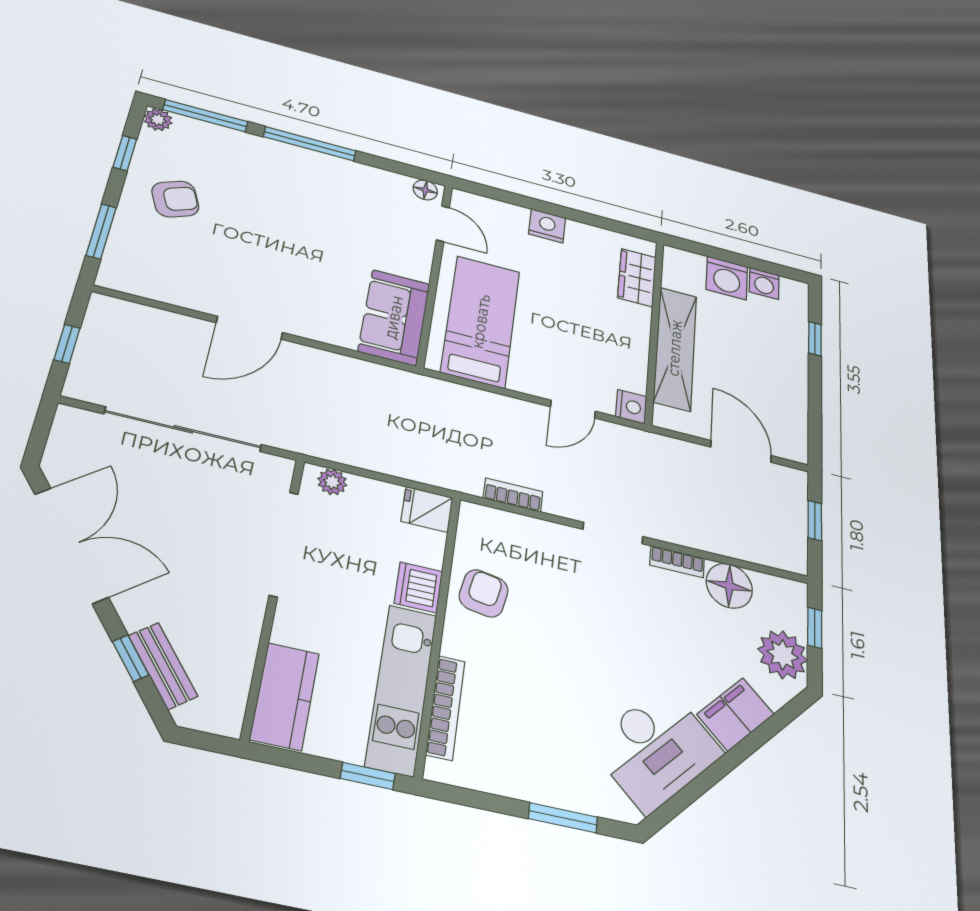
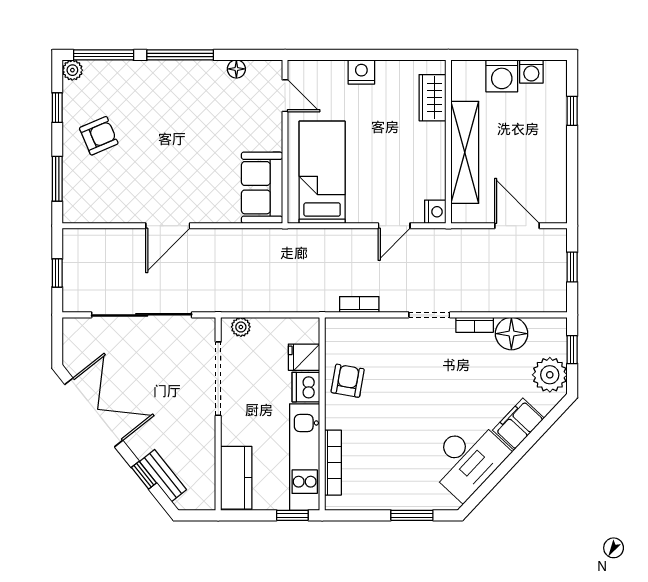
floor lamp: (425, 190) -> (236, 69), moved
fridge: (427, 509) -> (304, 357), moved

